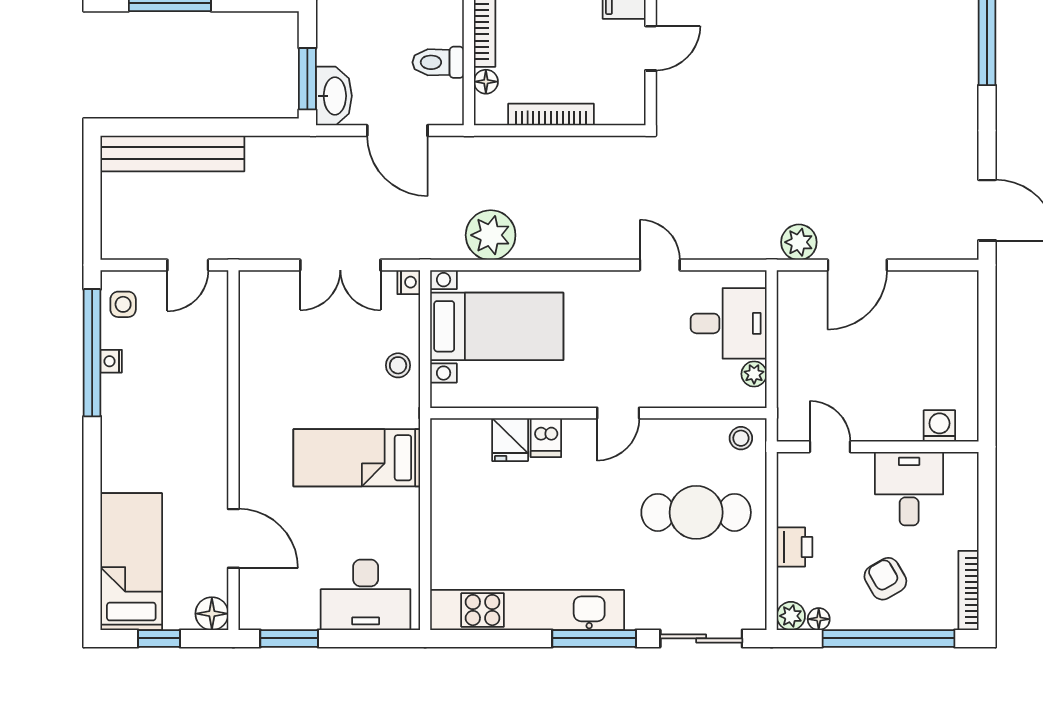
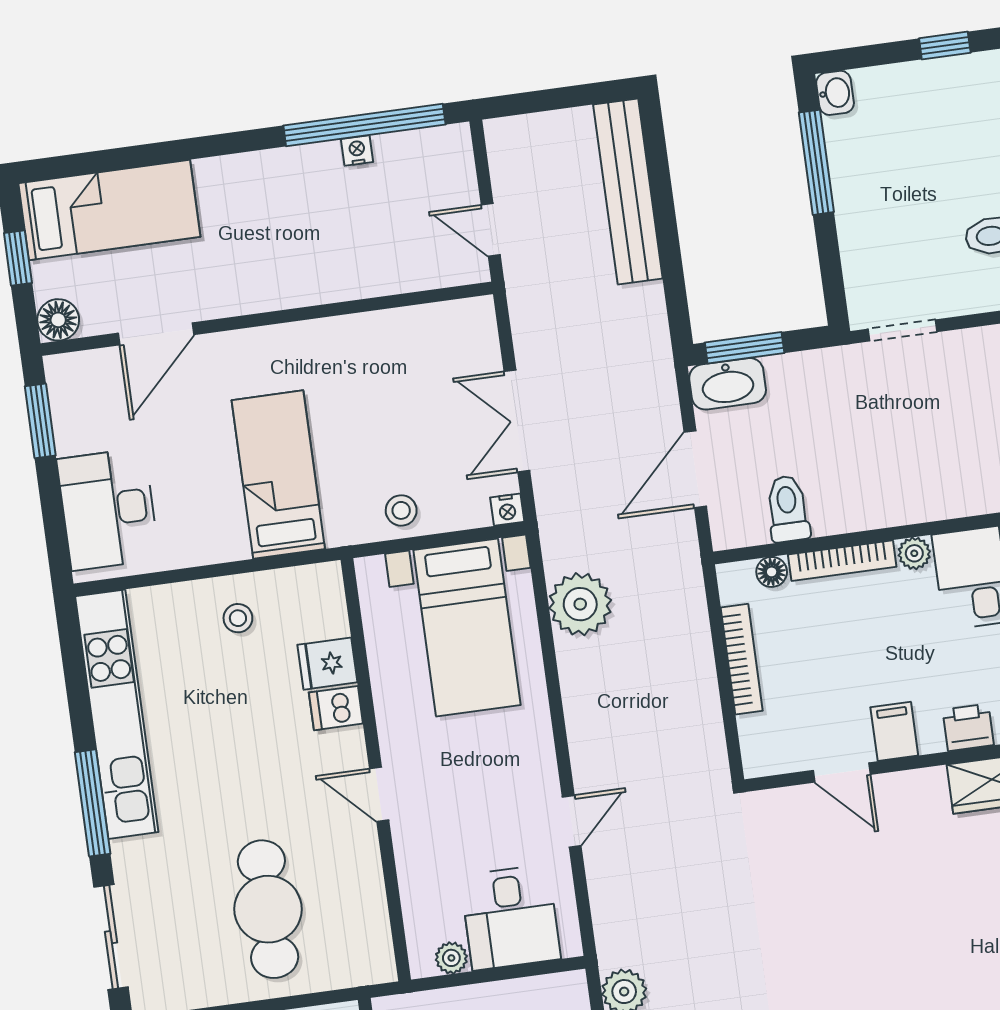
side table: (123, 304) -> (430, 156), removed
stool: (741, 438) -> (238, 618), moved

